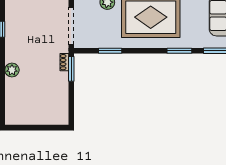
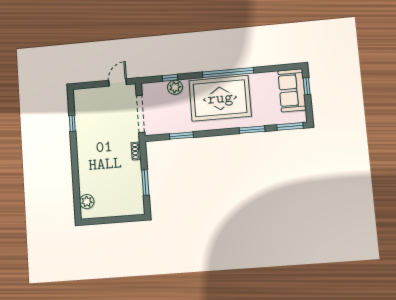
window: (71, 69) -> (145, 183), moved
plant: (12, 70) -> (87, 202), moved

